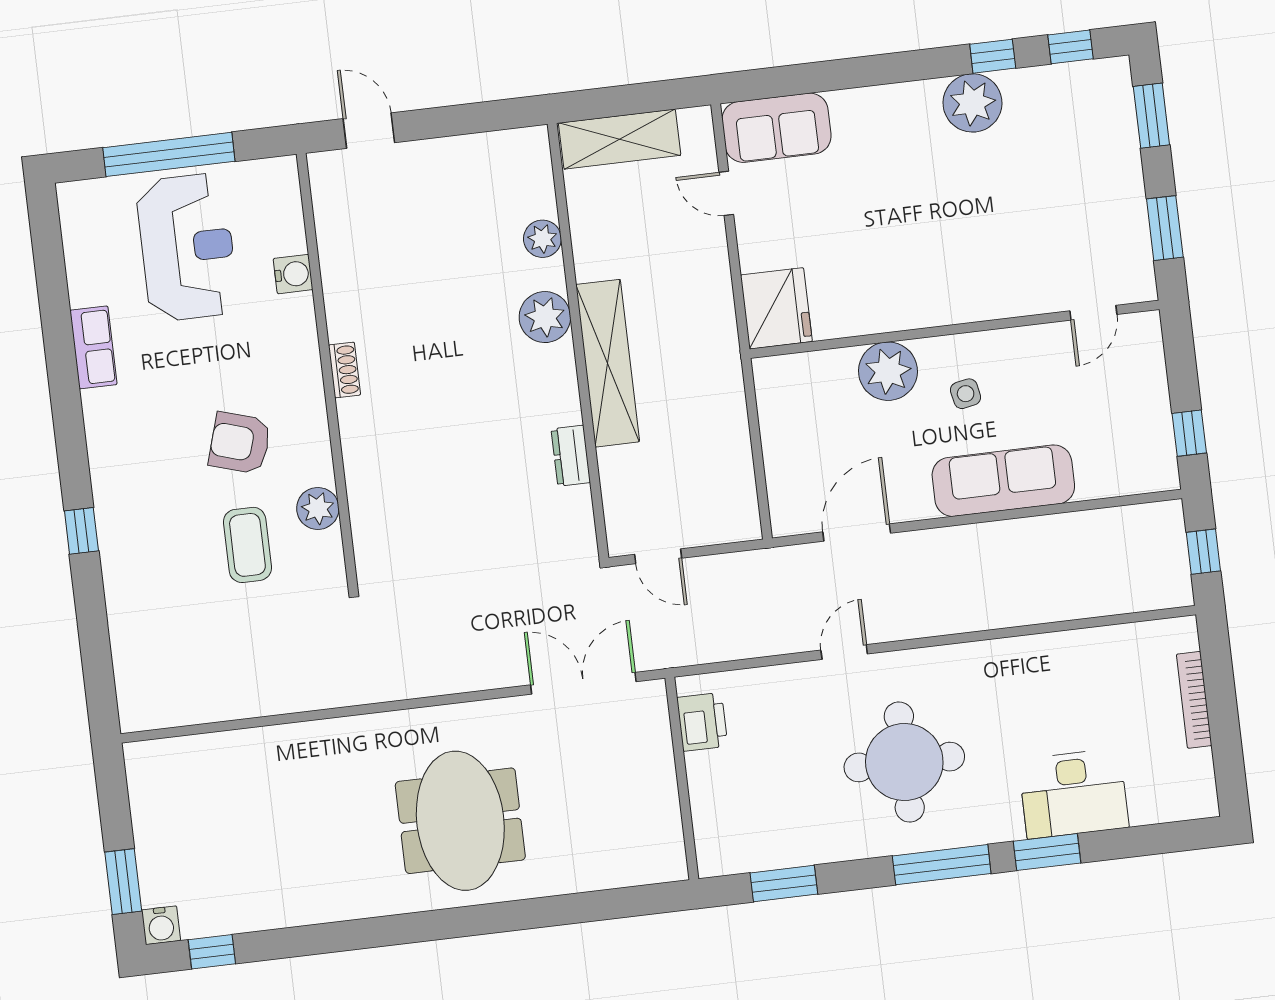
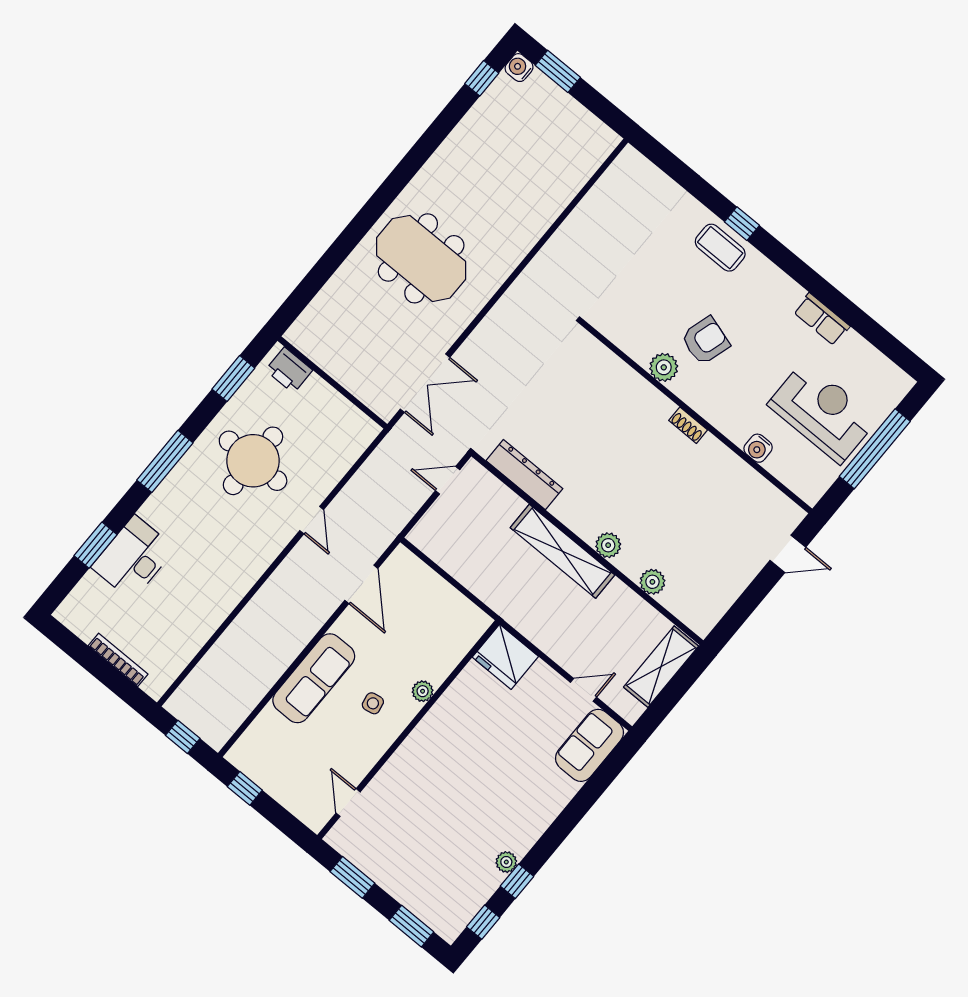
plant: (972, 103) -> (506, 862), width x0.53, depth x0.53
reception desk: (187, 247) -> (822, 412), turned 180
plant: (545, 317) -> (608, 545), width x0.73, depth x0.73
plant: (888, 371) -> (423, 691), width x0.53, depth x0.53
dresser: (571, 456) -> (524, 475), width x1.96, depth x1.24
plant: (318, 508) -> (664, 367), moved
coffee table: (247, 545) -> (720, 248), moved
printer: (702, 722) -> (289, 370), moved
round table: (904, 762) -> (253, 461), moved
window: (1047, 852) -> (96, 545), moved

